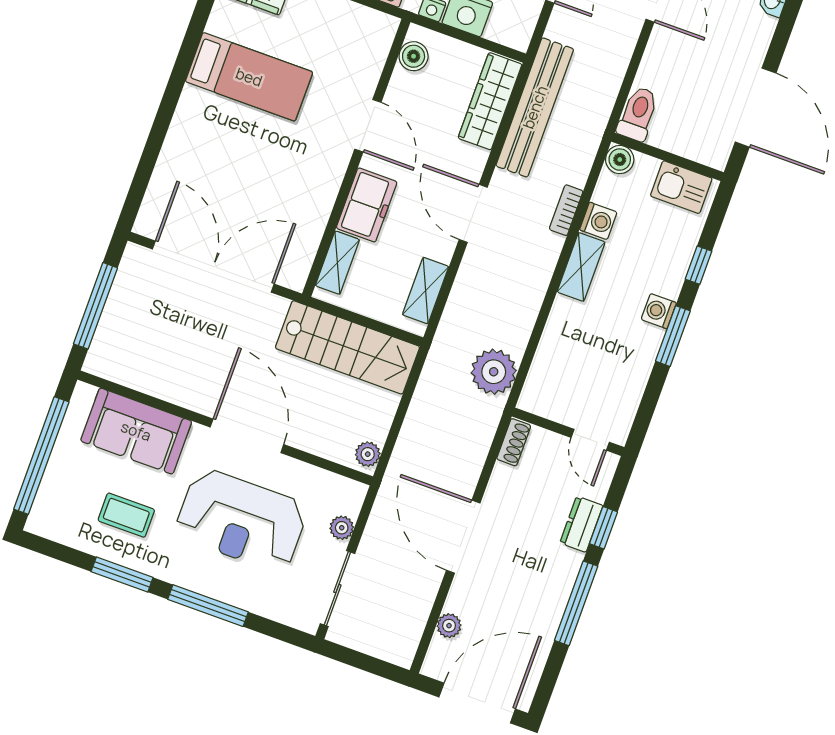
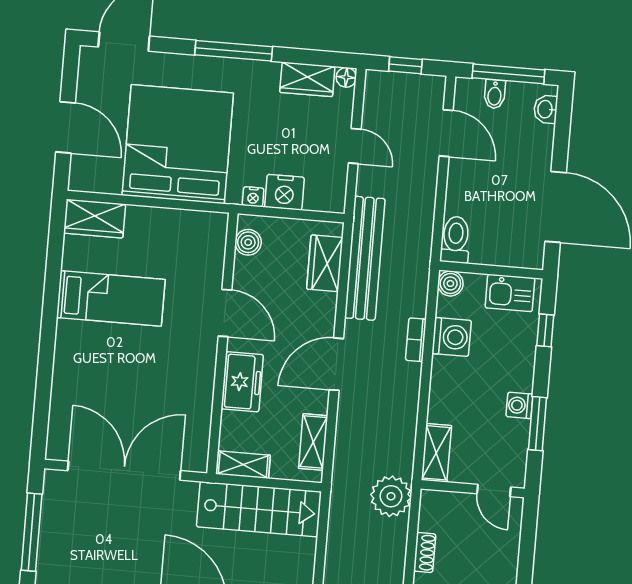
wardrobe: (490, 101) -> (325, 263), width x0.67
door: (473, 213) -> (336, 364), hinge flipped
washing machine: (598, 221) -> (452, 337), width x1.38, depth x1.38
shelving: (337, 263) -> (243, 465), moved, turned 90
window: (699, 265) -> (545, 330), moved
shelving: (581, 267) -> (436, 453), moved
wall: (568, 432) -> (473, 489), moved
door: (590, 440) -> (494, 490), moved

